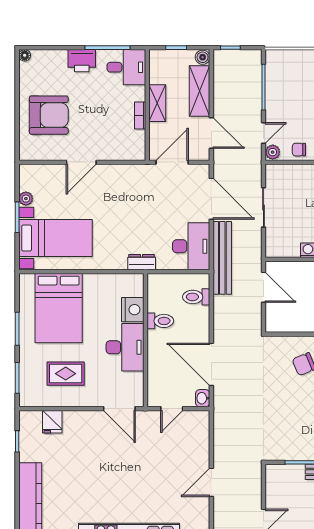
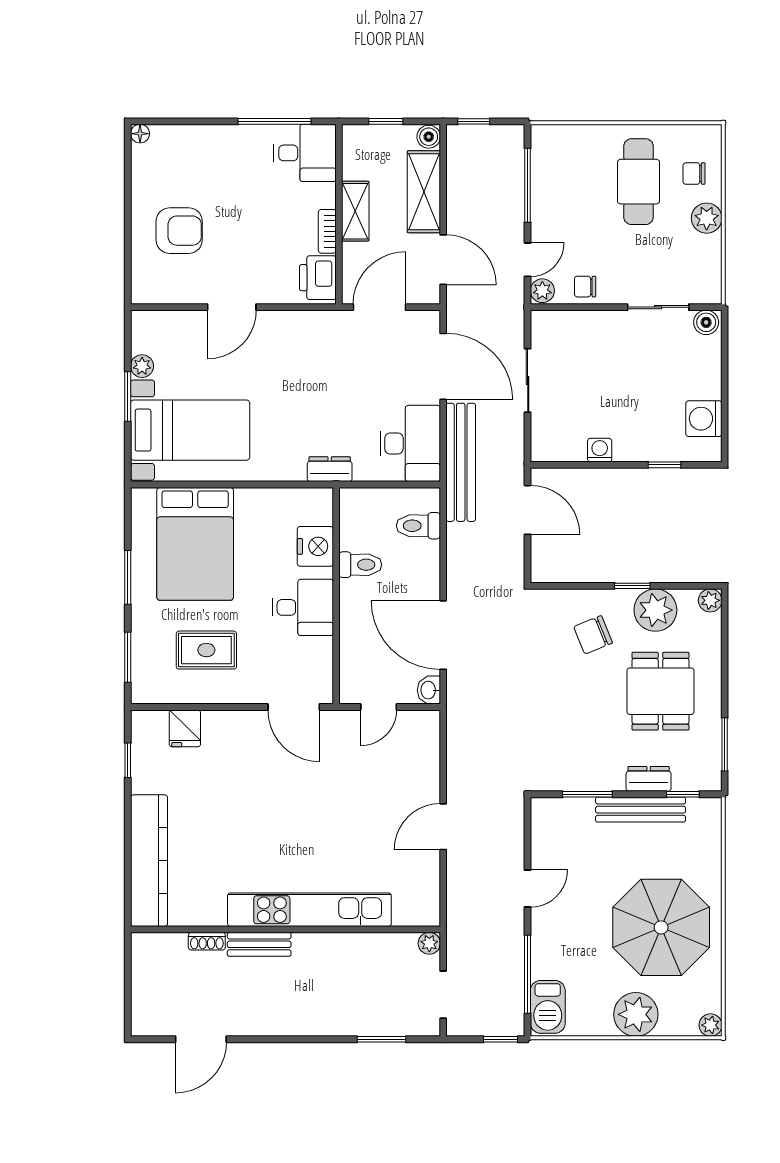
printer: (82, 61) -> (318, 278), moved, turned 90
armchair: (49, 115) -> (179, 231), width x0.73, depth x0.73
desk: (125, 347) -> (303, 607), width x0.73

